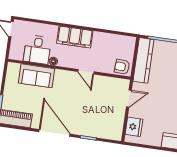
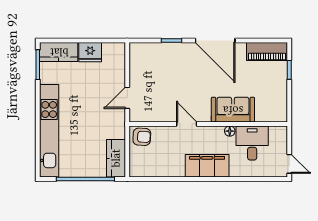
kitchen counter: (143, 60) -> (116, 158), width x0.67
sofa: (36, 76) -> (233, 110), moved
fridge: (134, 127) -> (90, 52), moved, turned -90

